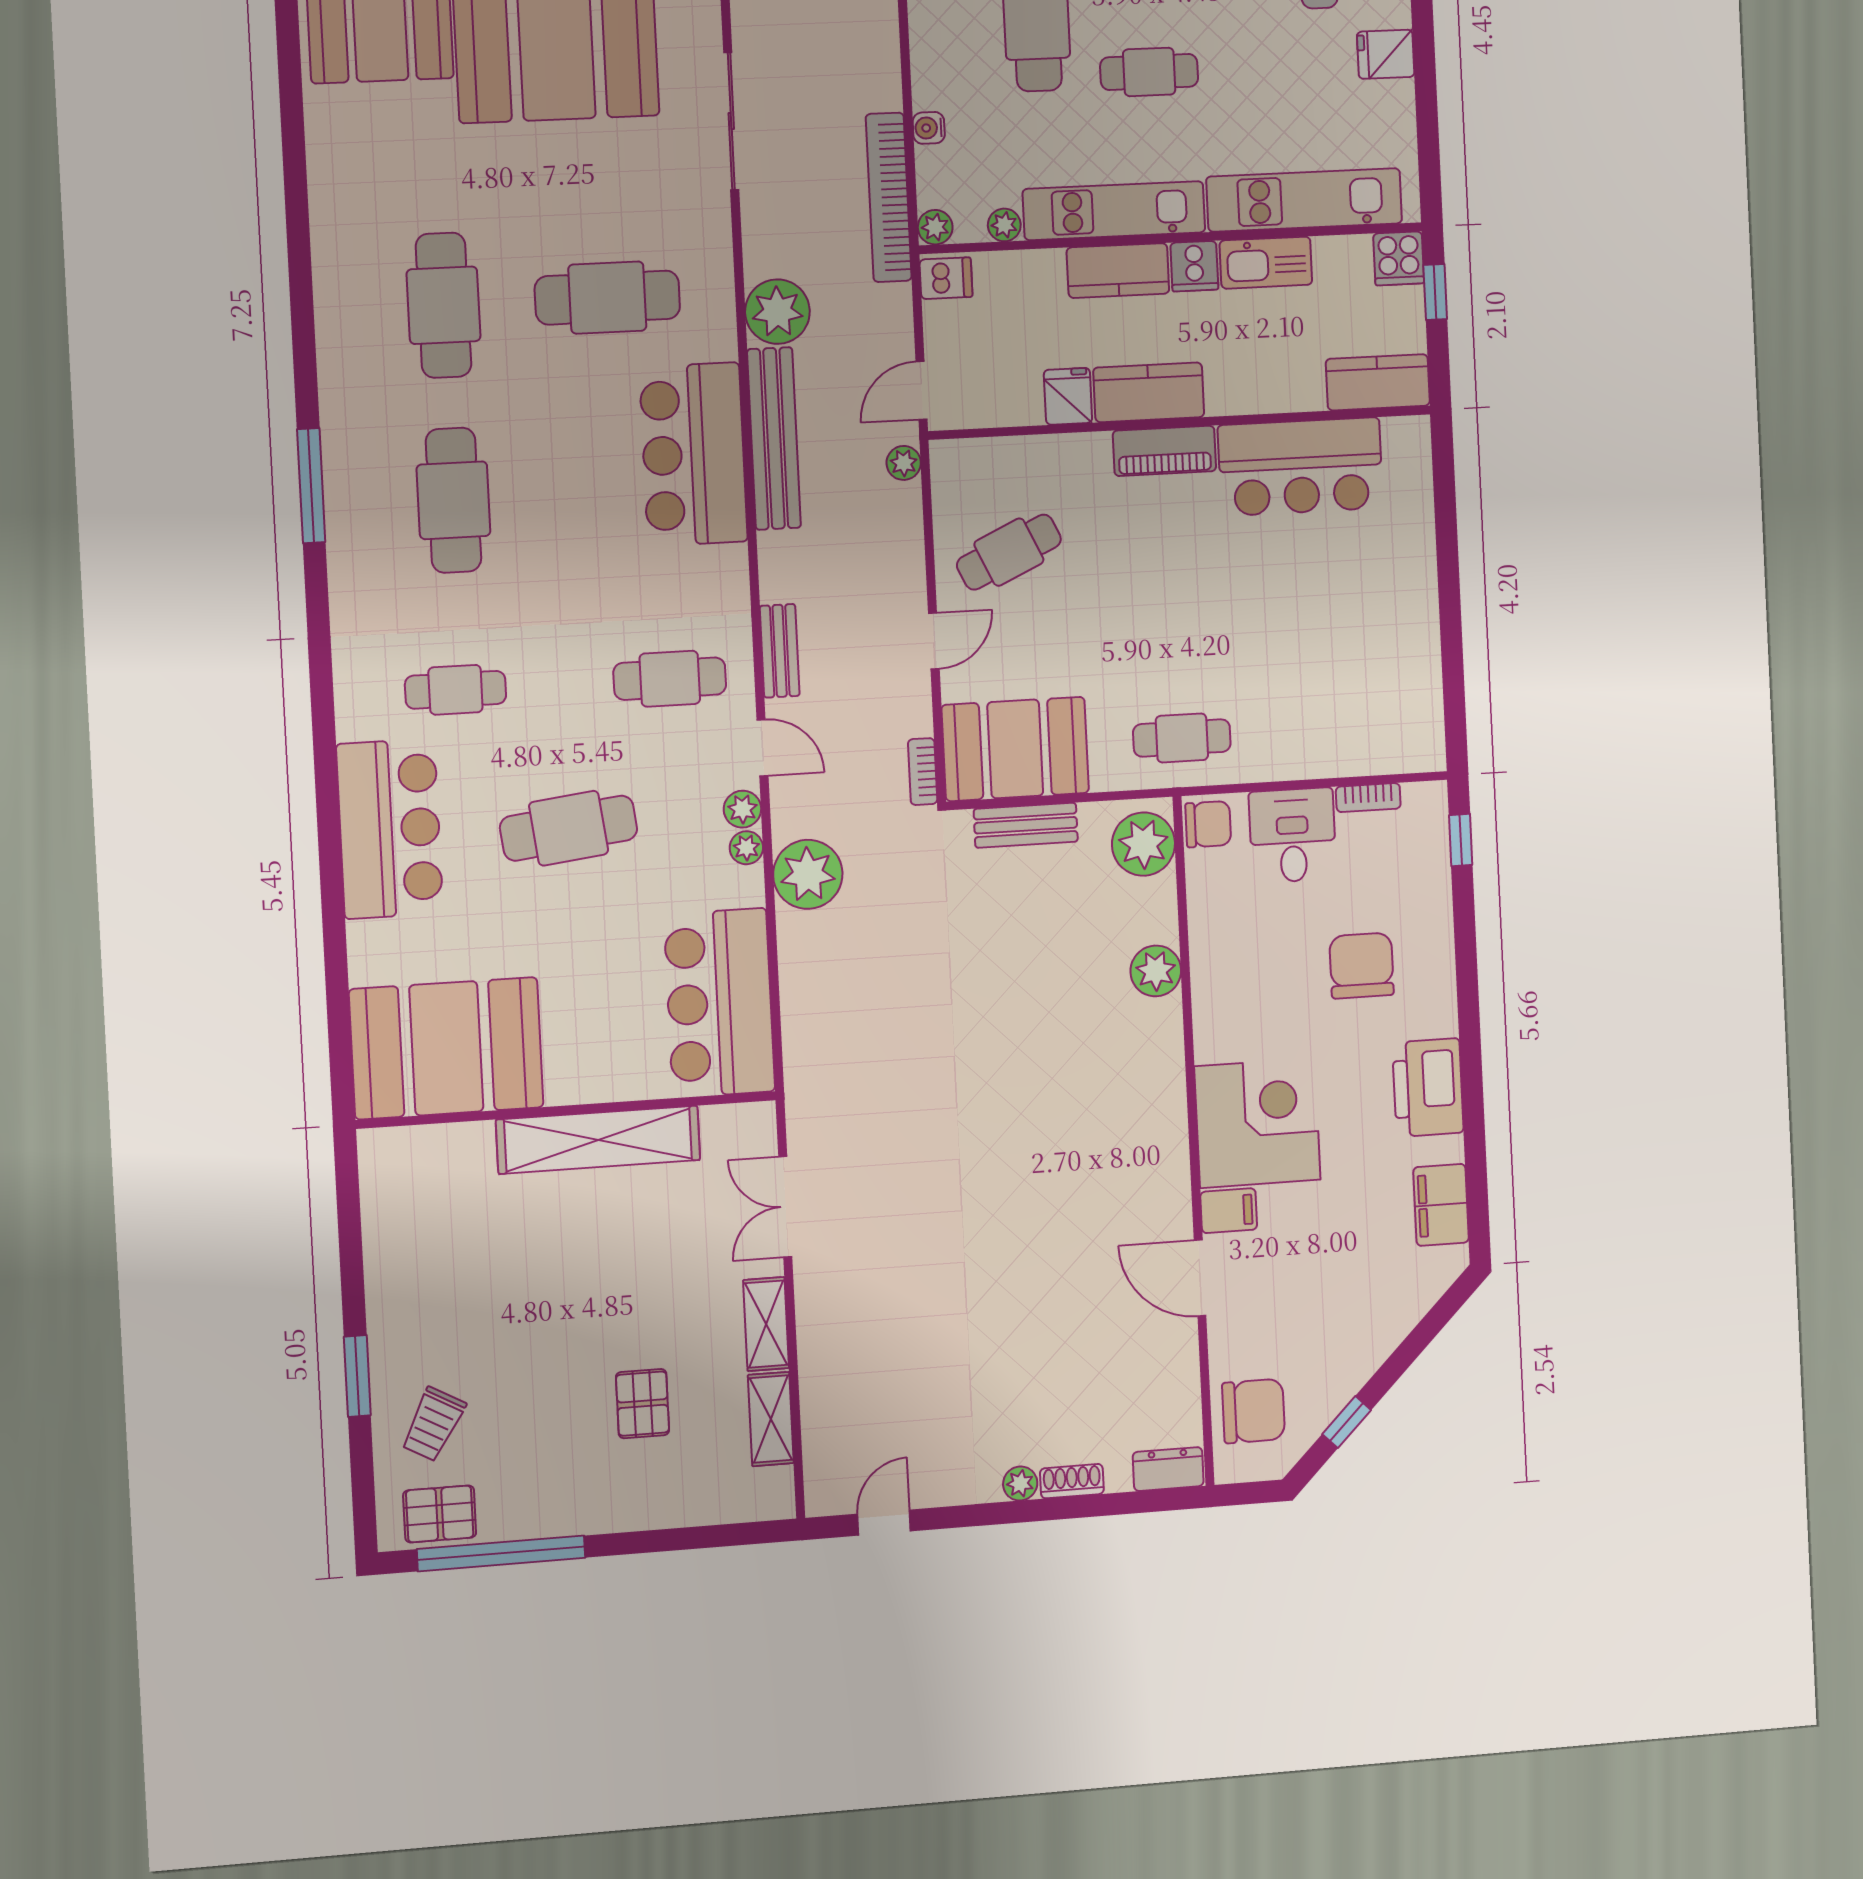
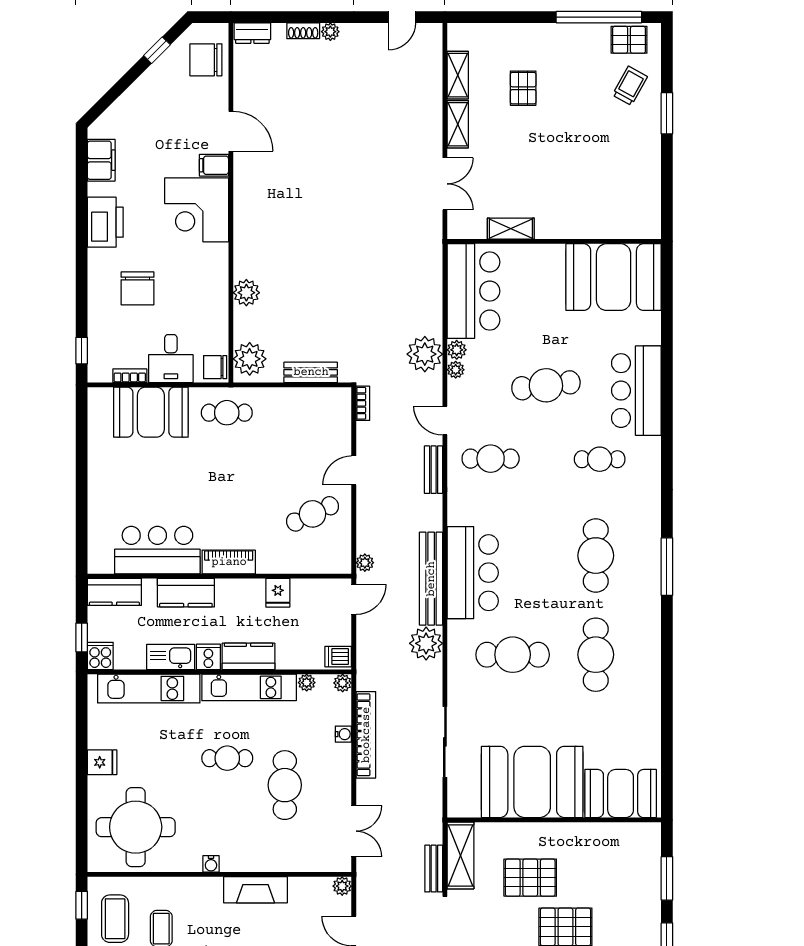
bookcase: (889, 197) -> (366, 735), moved
kitchen counter: (1149, 392) -> (186, 593), moved
booth: (1015, 749) -> (151, 412), moved
plant: (742, 809) -> (457, 350), moved
shelving: (598, 1140) -> (511, 229), width x0.45, depth x0.75

